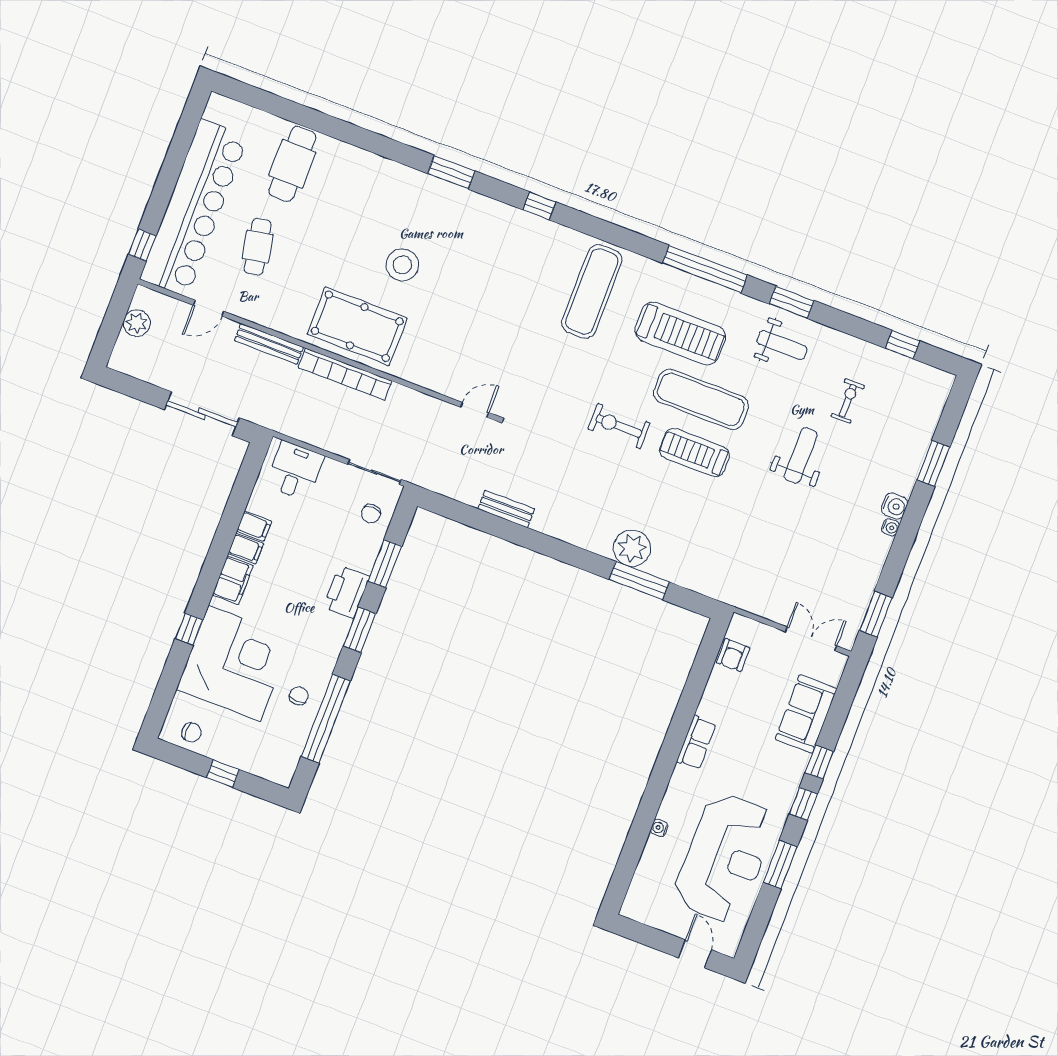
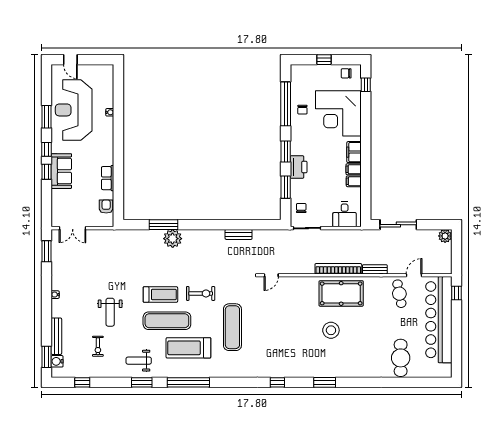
cafe table: (258, 247) -> (399, 294), moved
exercise mat: (592, 291) -> (232, 327), moved
plant: (137, 323) -> (445, 236), moved
bench: (269, 344) -> (375, 269), width x0.73
bench: (918, 449) -> (56, 336), added
window: (933, 463) -> (47, 357), moved
water cooler: (894, 506) -> (57, 361), moved
window: (189, 629) -> (366, 85), moved
sofa: (806, 714) -> (61, 171), moved
row of seats: (696, 743) -> (108, 178), moved

